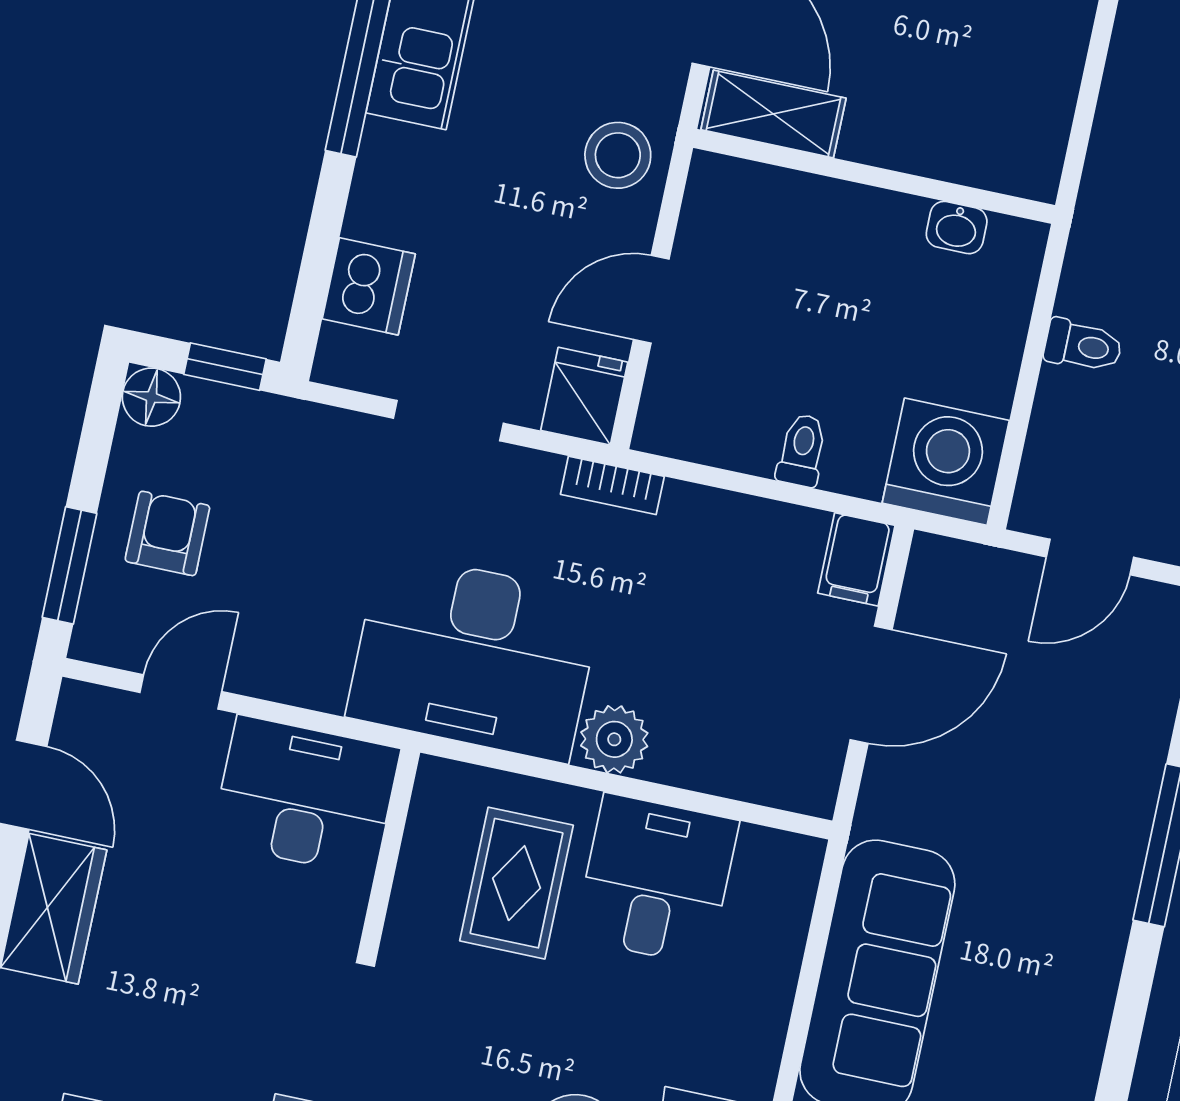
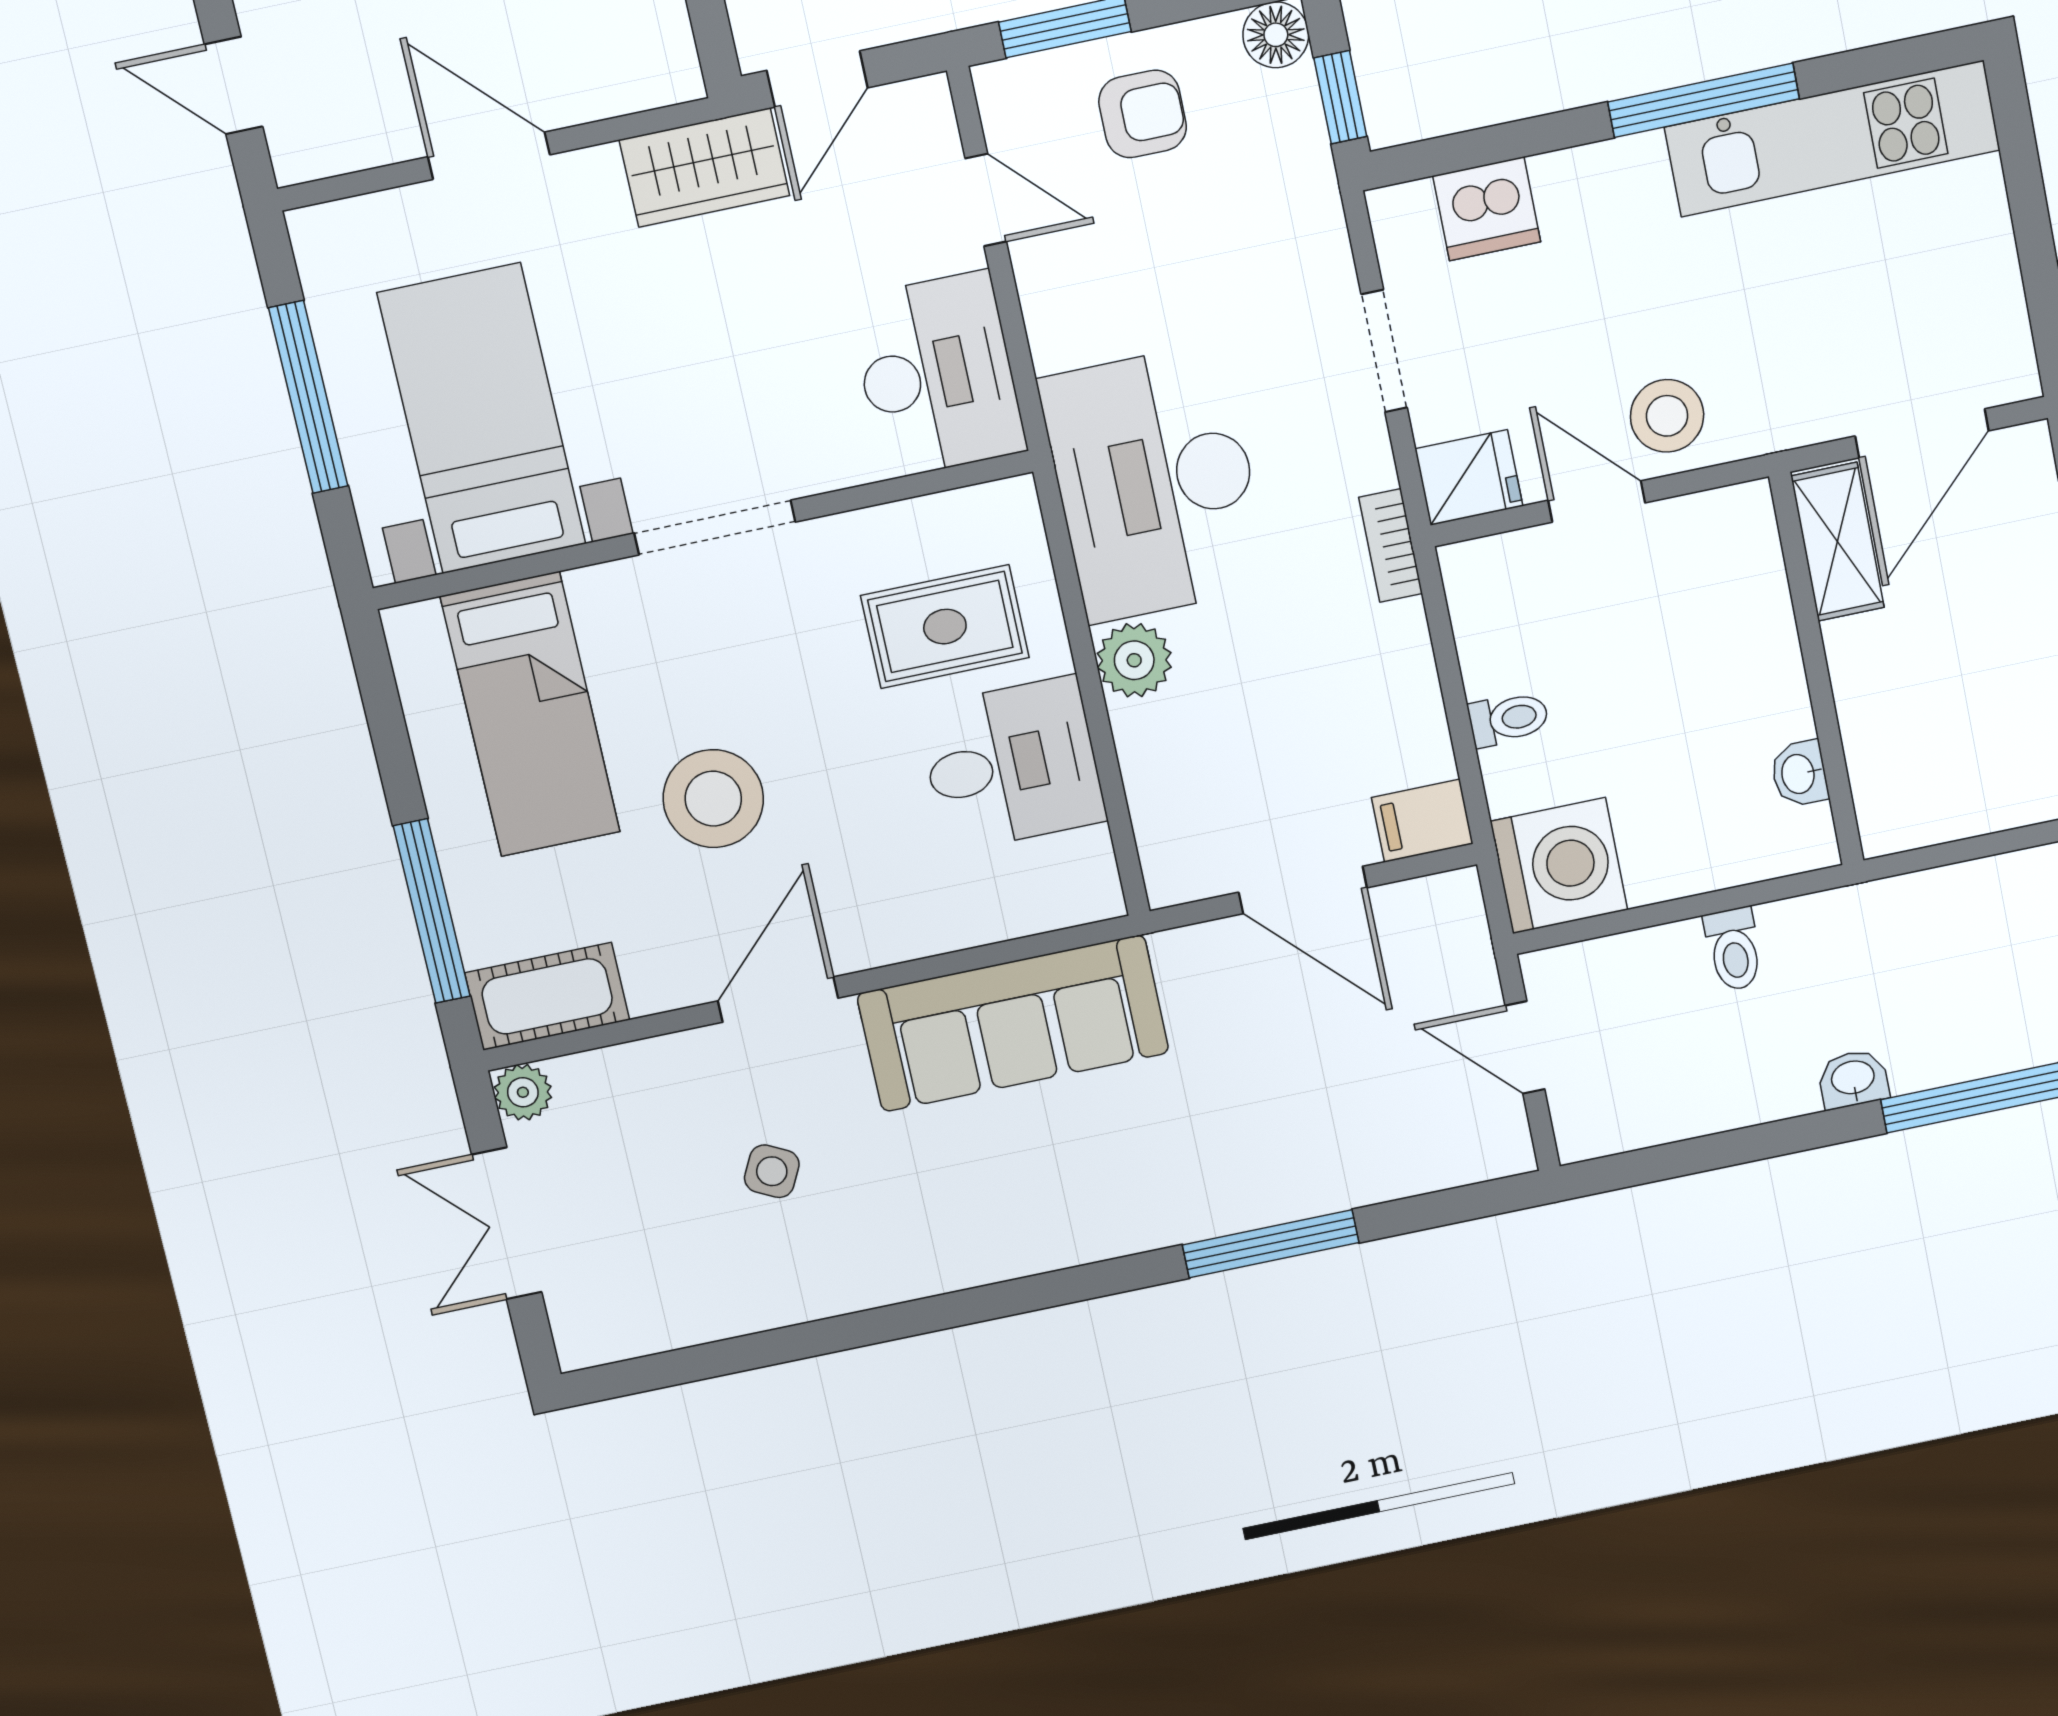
stool: (618, 155) -> (1667, 416), moved

